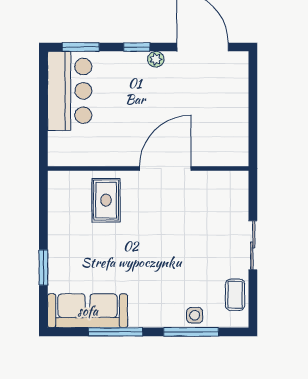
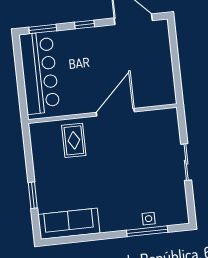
plant: (156, 59) -> (99, 32), removed
bar counter: (70, 91) -> (39, 73), width x1.36
coffee table: (235, 295) -> (177, 200), removed
window: (115, 332) -> (91, 237), removed

